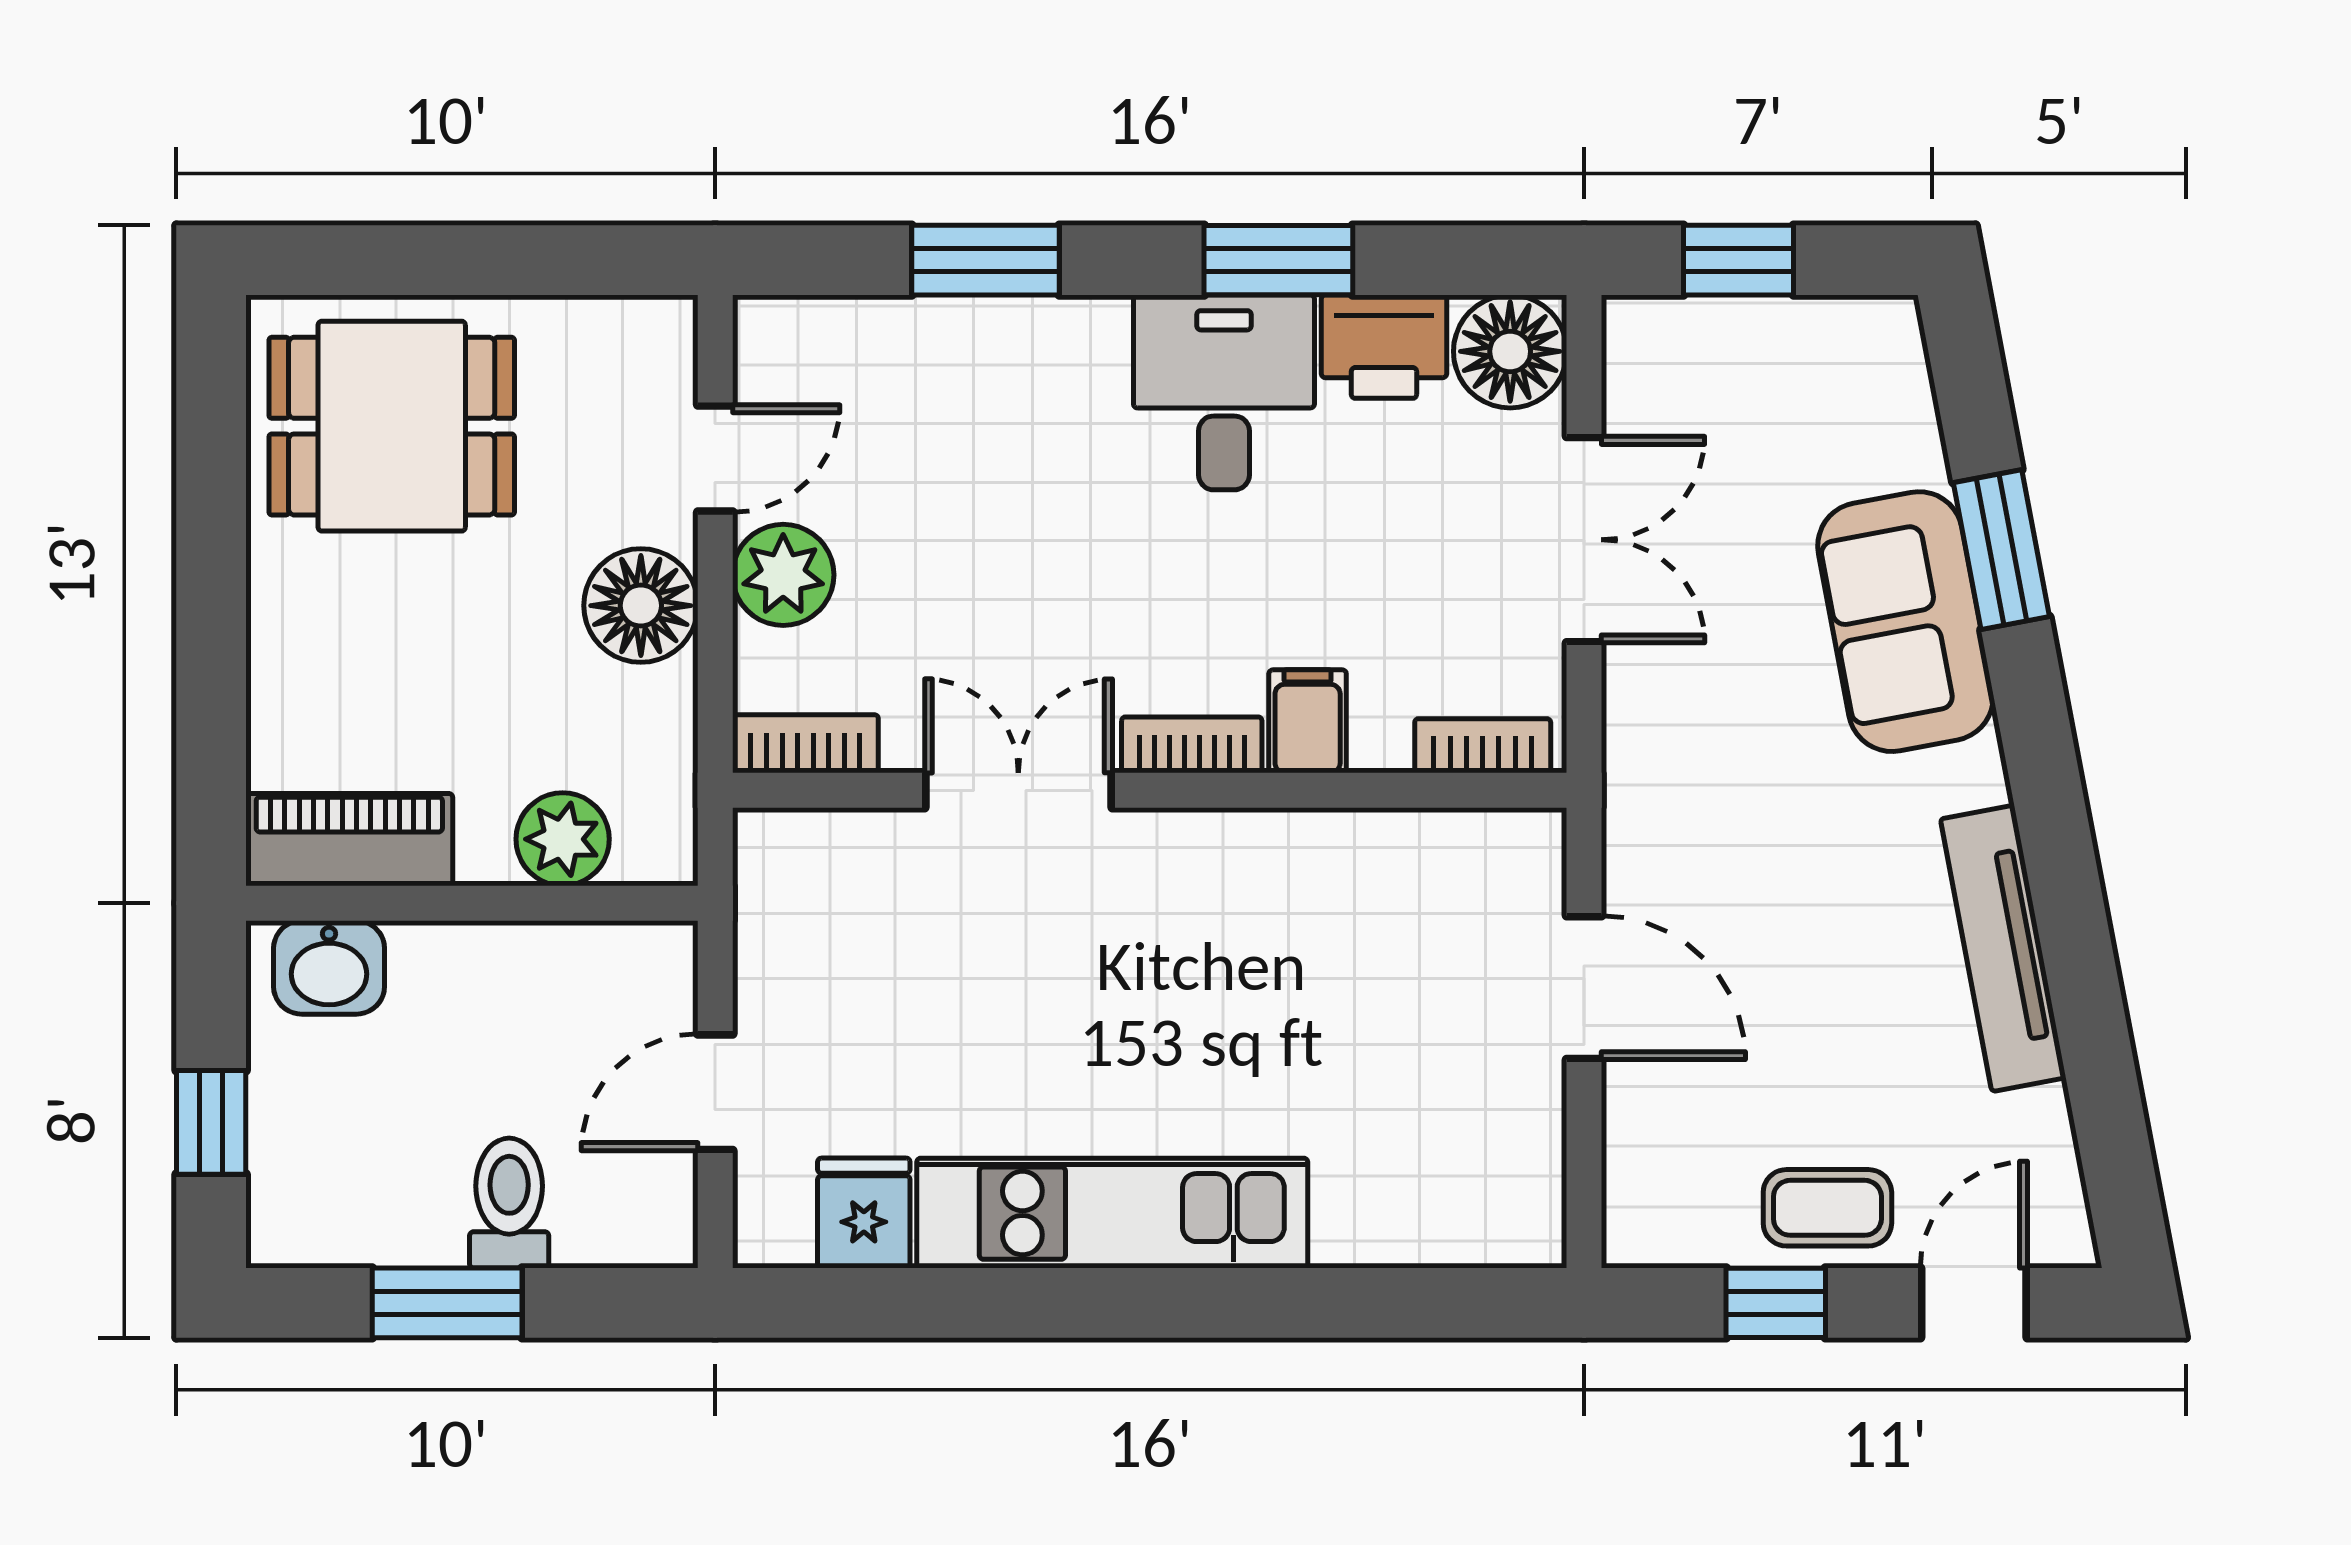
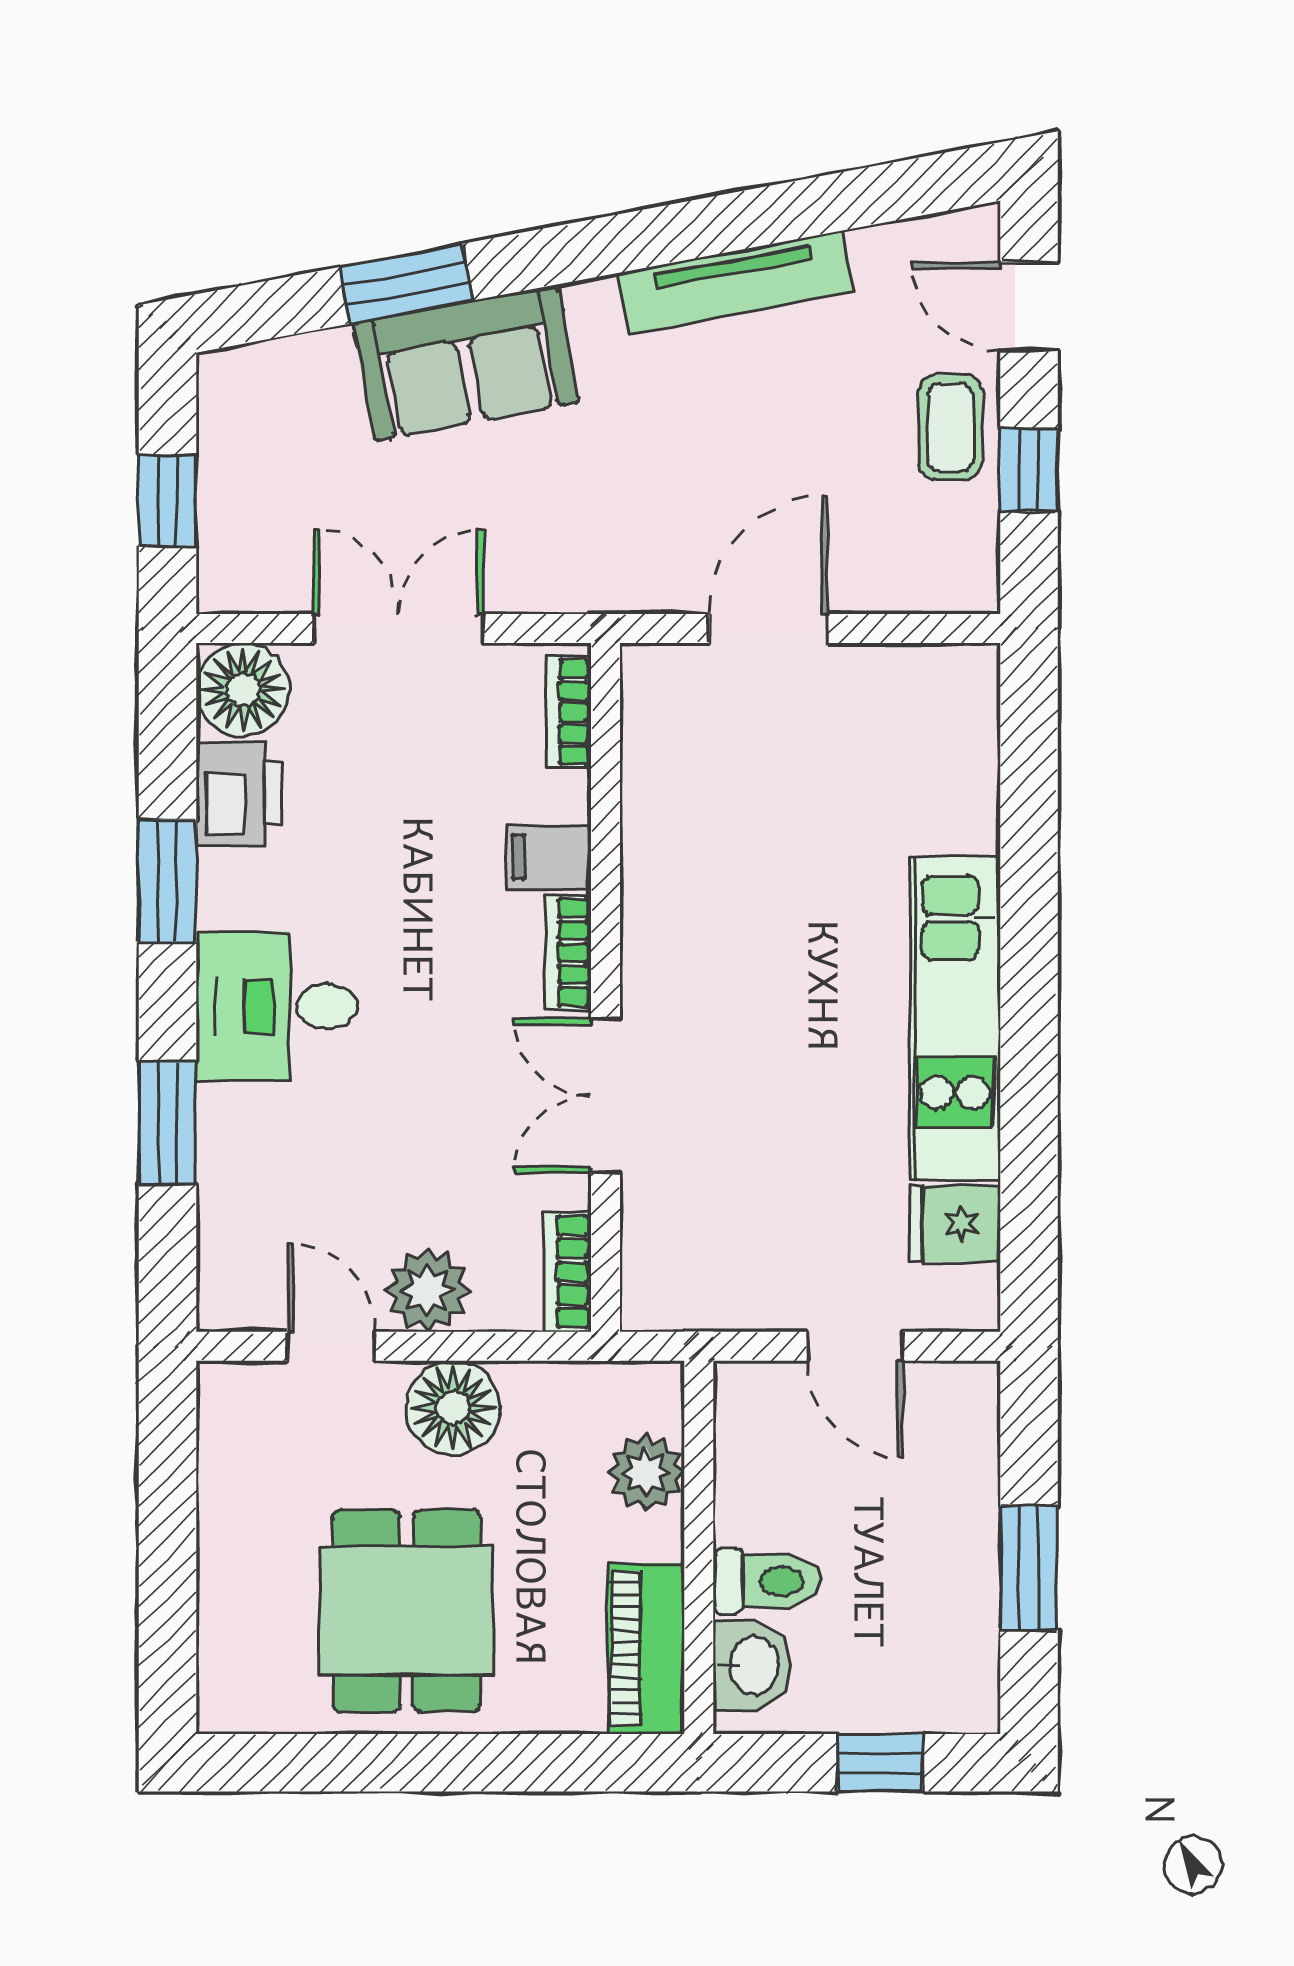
desk: (1224, 392) -> (277, 1006), moved
dining table: (392, 426) -> (407, 1611), moved
toilet: (509, 1203) -> (767, 1581), moved, turned 180

